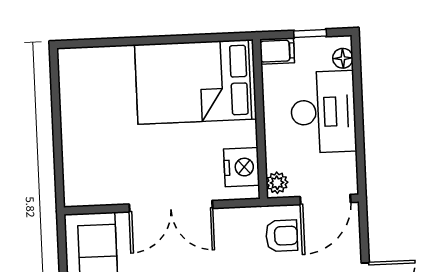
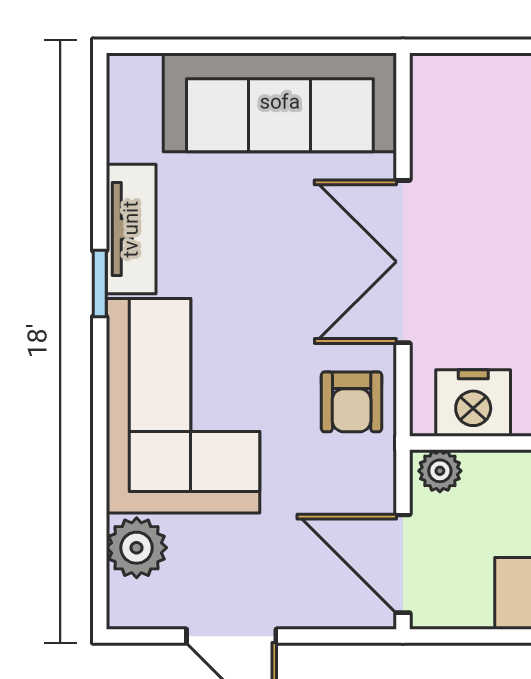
armchair: (282, 236) -> (352, 402), moved

